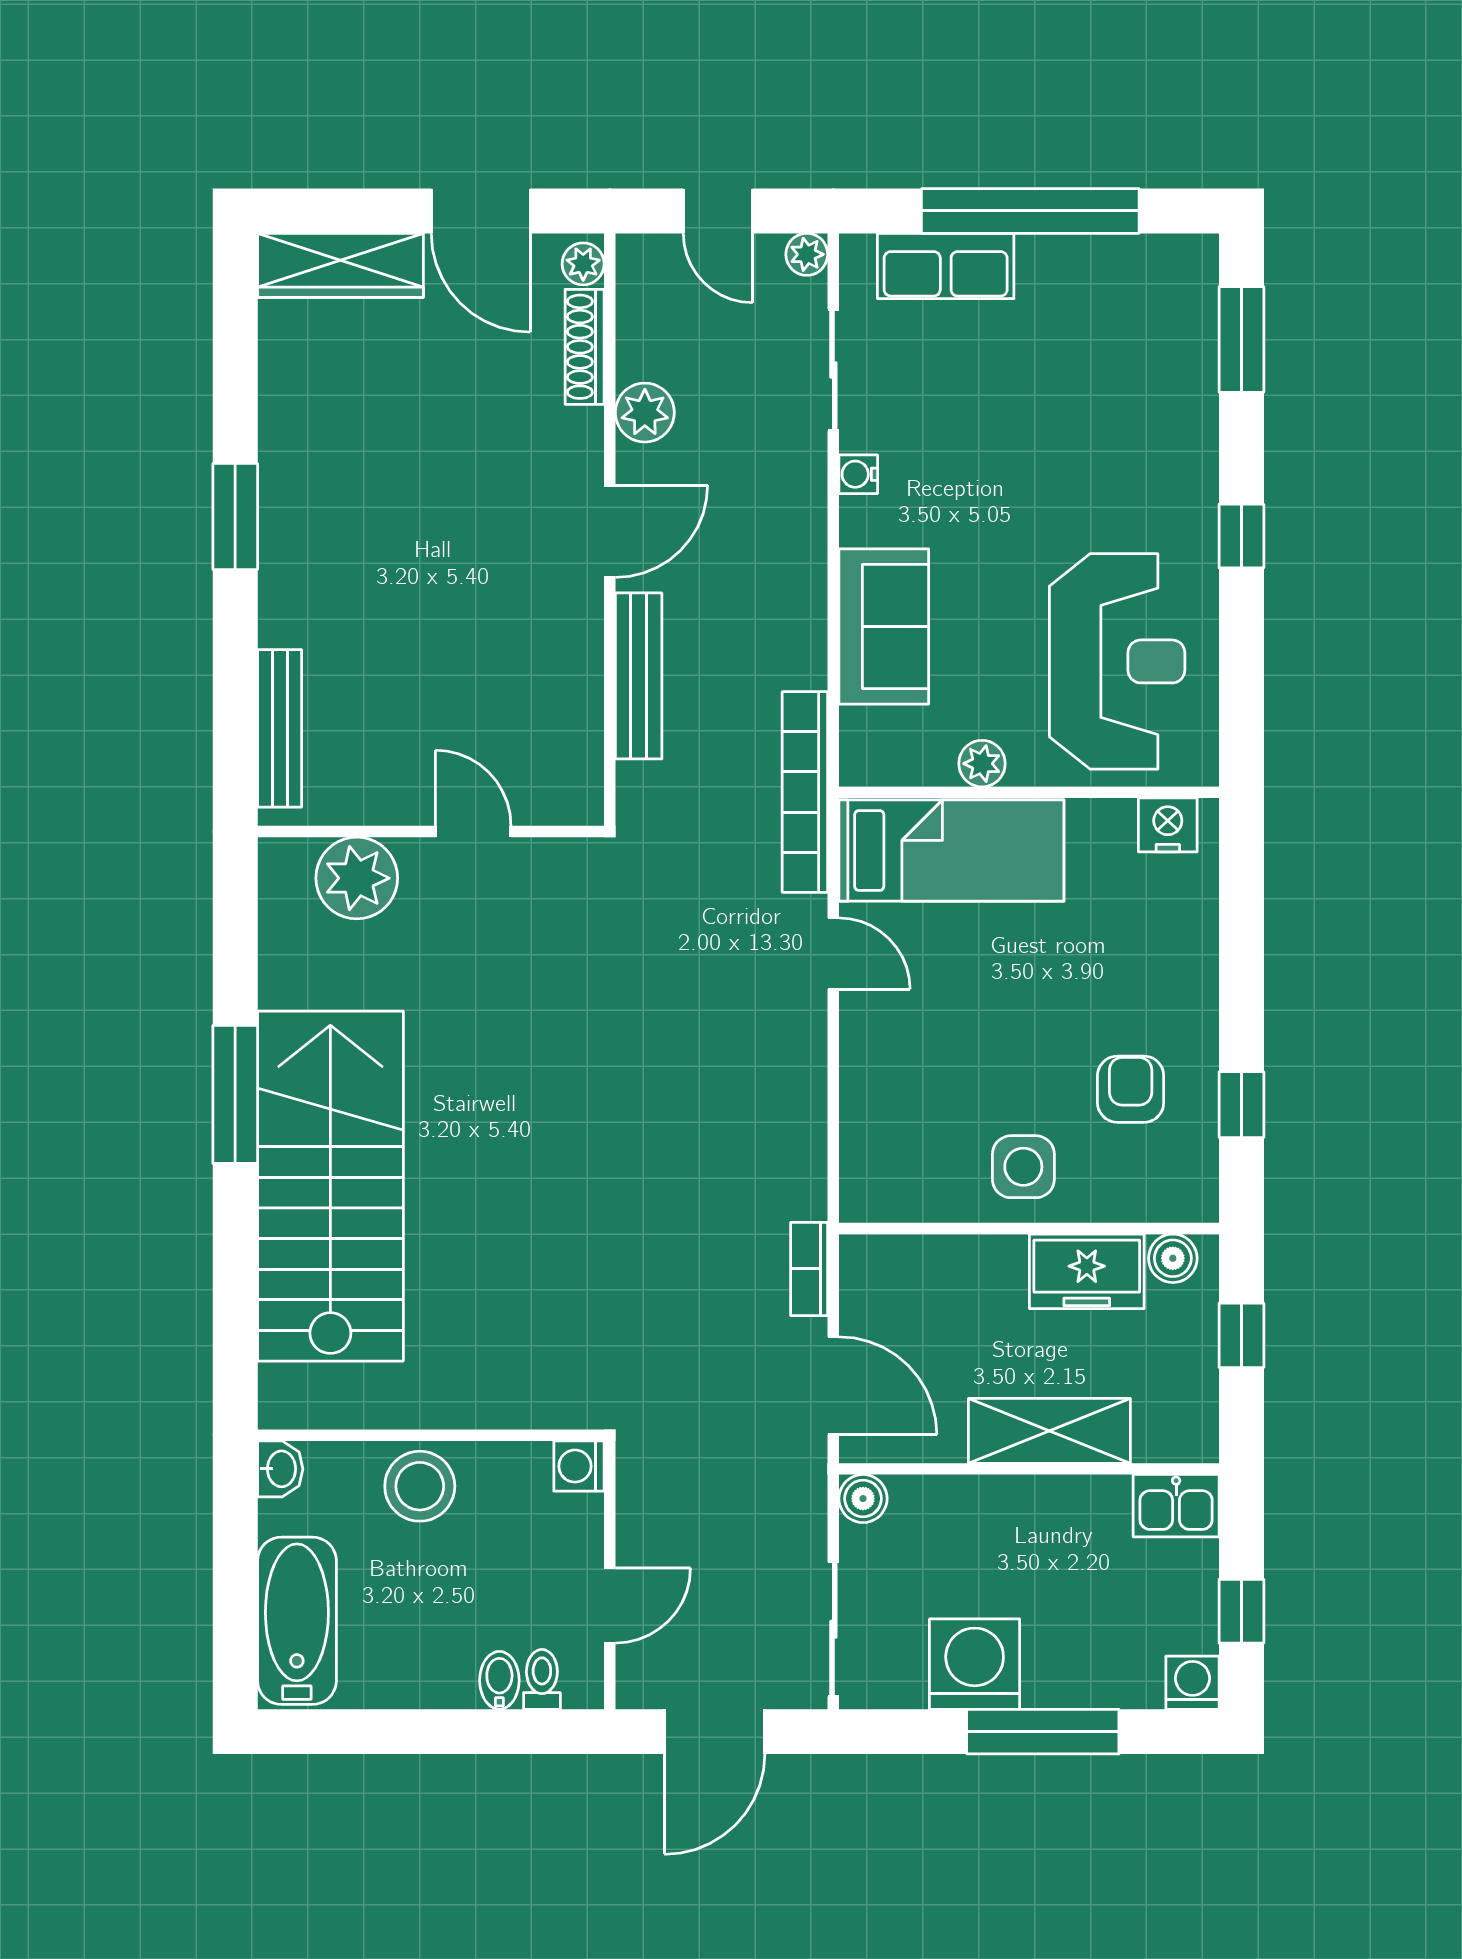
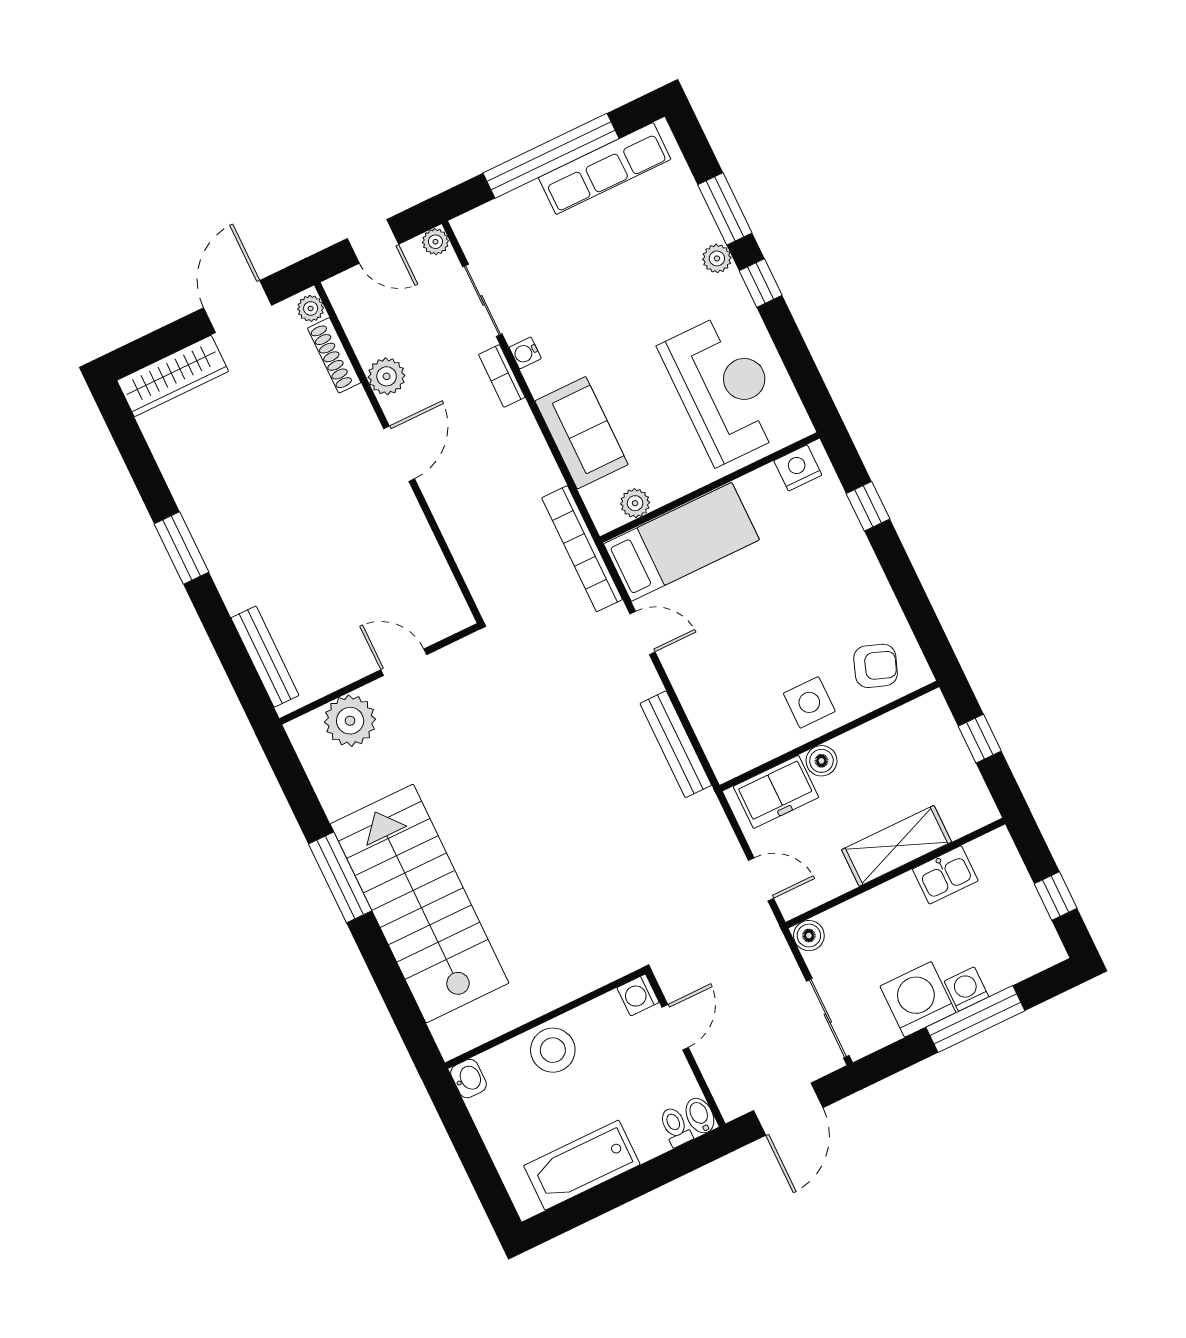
door: (481, 211) -> (238, 306), swing flipped
row of seats: (946, 266) -> (605, 168), moved, width x1.48
window: (1241, 339) -> (725, 209), moved
plant: (1196, 471) -> (717, 258), added
bench: (639, 676) -> (676, 744), moved
plant: (982, 764) -> (635, 503), moved
armchair: (1131, 1089) -> (876, 666), moved, turned 110
window: (1241, 1105) -> (868, 506), moved
boiler: (1173, 1258) -> (821, 761), moved
bookcase: (809, 1269) -> (502, 376), moved
freezer: (1087, 1271) -> (776, 792), moved
door: (833, 1386) -> (761, 879), width x0.73
kitchen sink: (1176, 1506) -> (945, 875), moved
door: (610, 1605) -> (675, 1027), moved
bathtub: (297, 1621) -> (582, 1165), moved, turned -90
bidet: (499, 1680) -> (700, 1116), moved
washing machine: (1192, 1683) -> (966, 989), moved

